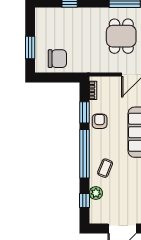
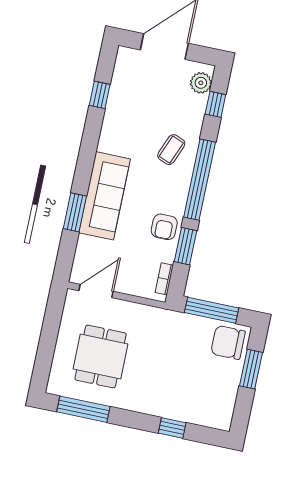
chair: (57, 59) -> (228, 342), moved
window: (61, 78) -> (212, 310), added
plant: (96, 193) -> (201, 83), moved

